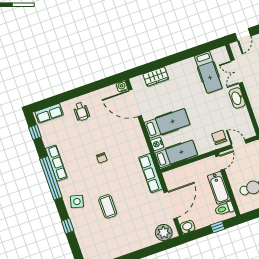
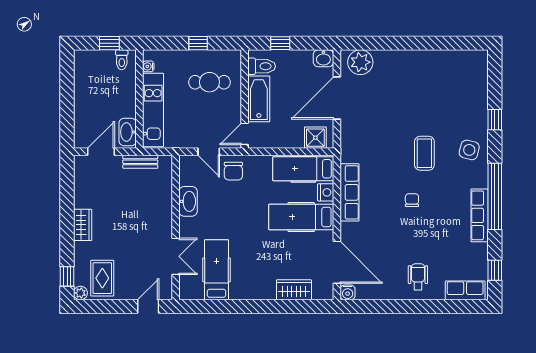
washbasin: (237, 98) -> (188, 201), moved
row of seats: (151, 173) -> (349, 192), moved
shower: (175, 176) -> (315, 138), added
coffee table: (108, 206) -> (424, 153), moved

